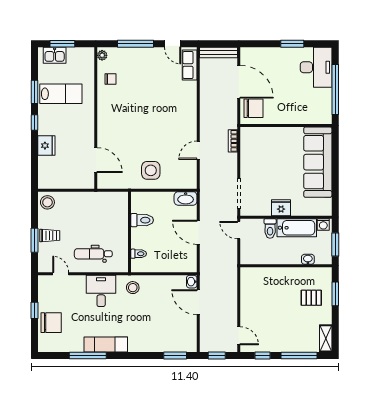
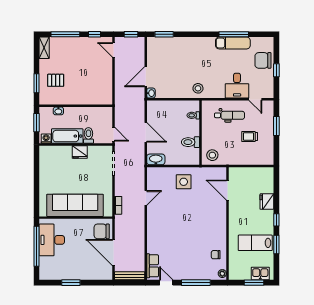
desk: (316, 67) -> (52, 240), moved
sofa: (318, 162) -> (75, 205), moved, turned -90
stool: (47, 202) -> (212, 155), moved
trolley: (50, 236) -> (250, 137), moved
desk: (101, 291) -> (237, 86), moved
door: (198, 302) -> (146, 77), swing flipped
exam couch: (106, 344) -> (233, 43), moved

